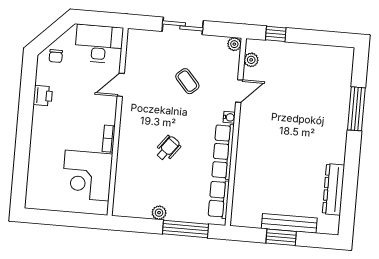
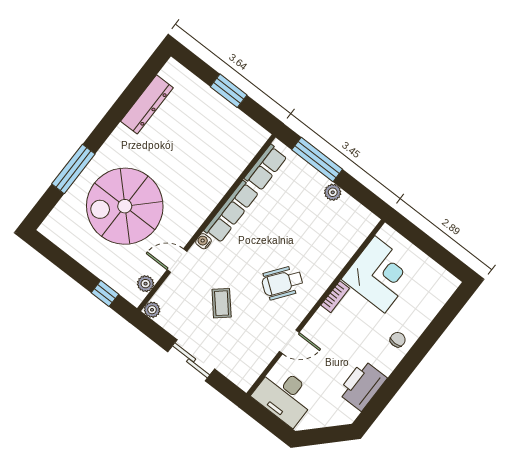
chair: (56, 56) -> (398, 340), moved
printer: (43, 96) -> (362, 385), width x1.87, depth x1.48
spiral stairs: (302, 106) -> (125, 206), added
wheelchair: (168, 148) -> (282, 283), moved, width x1.36, depth x1.37
bench: (289, 223) -> (212, 99), removed

